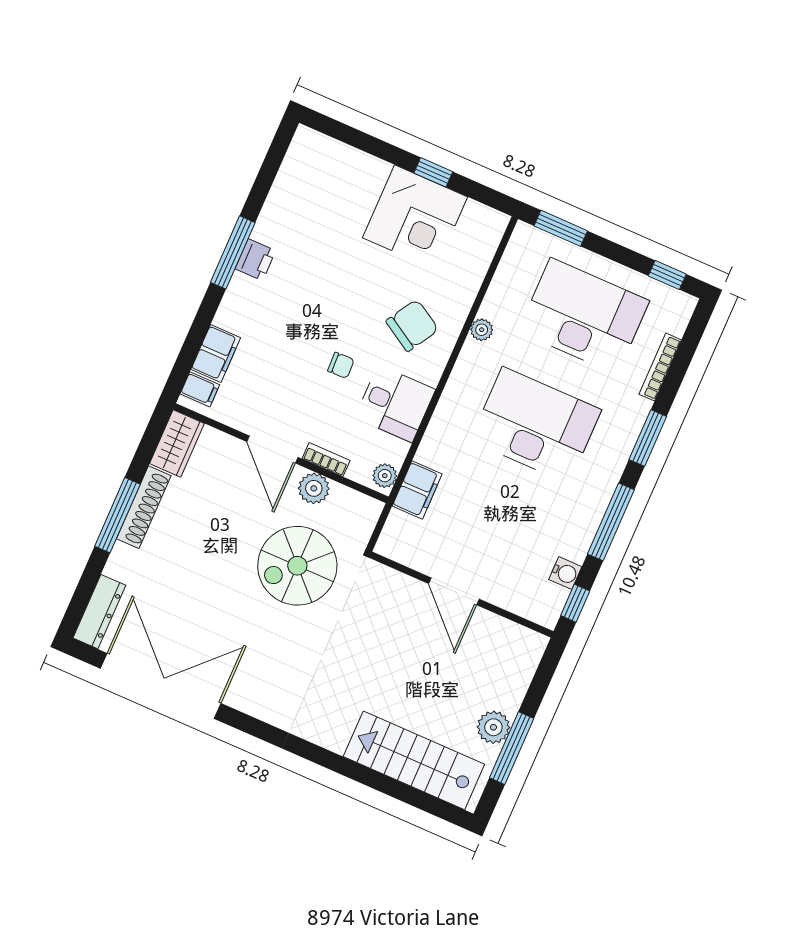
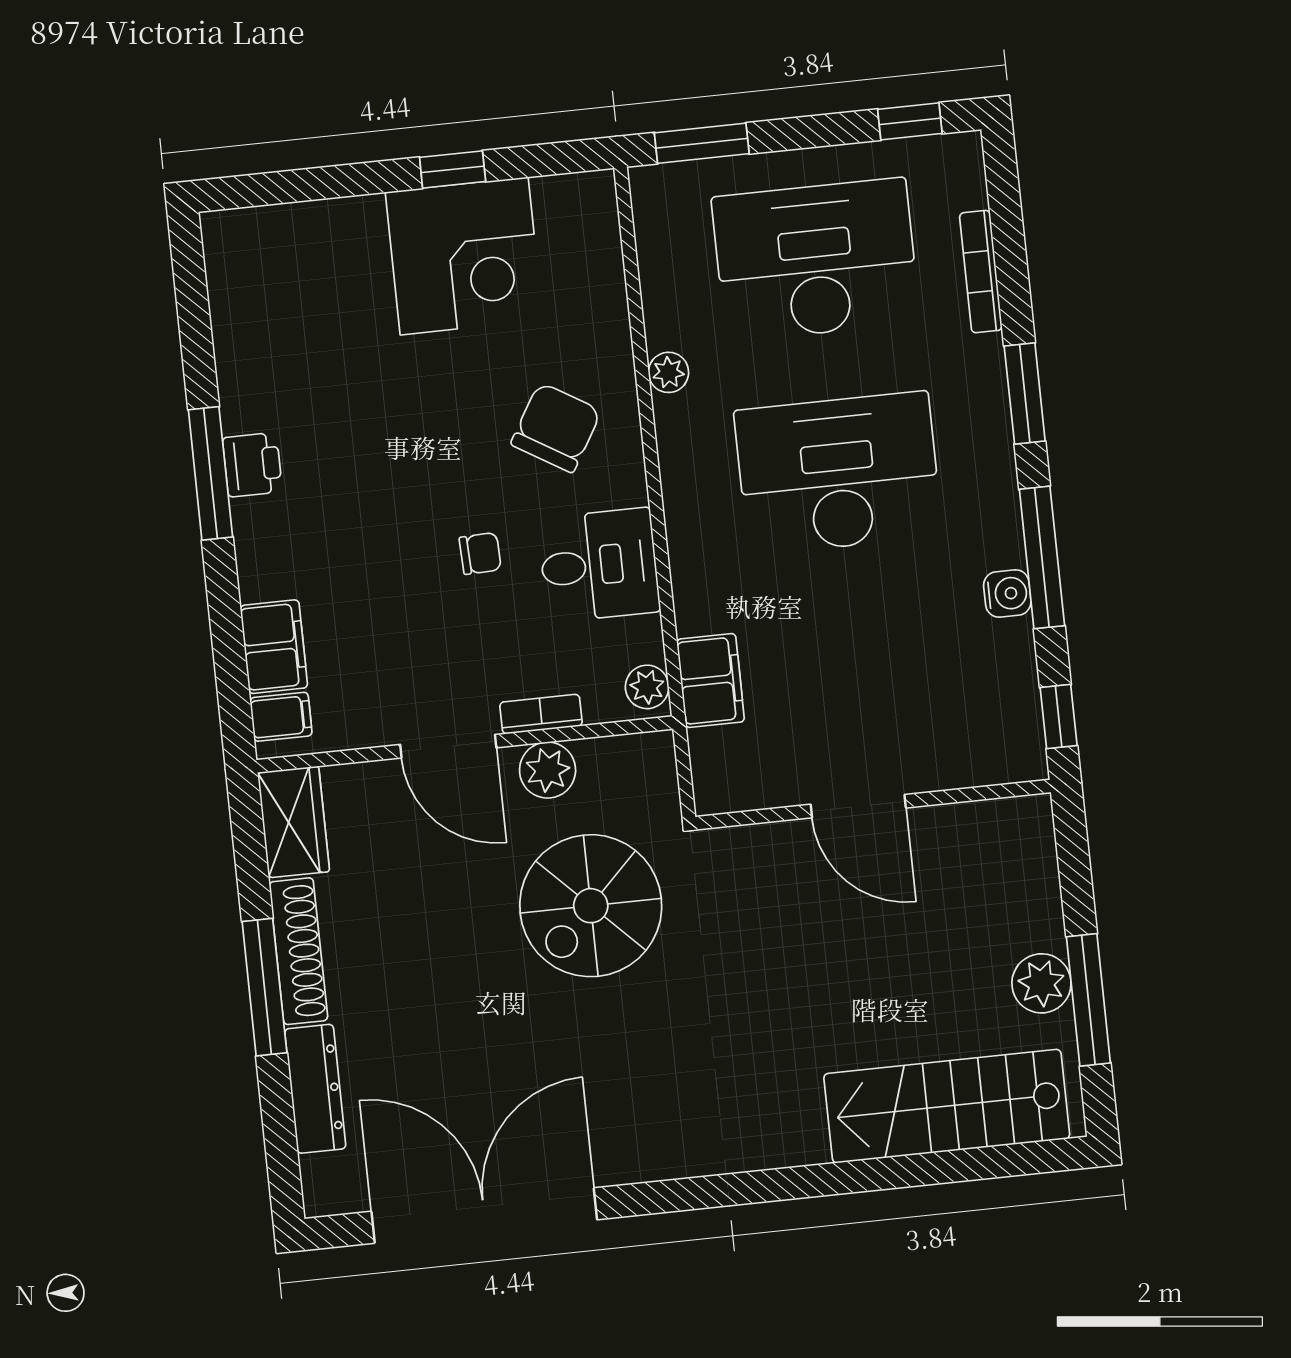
water cooler: (565, 573) -> (1007, 593), moved
dresser: (99, 612) -> (315, 1089), moved

